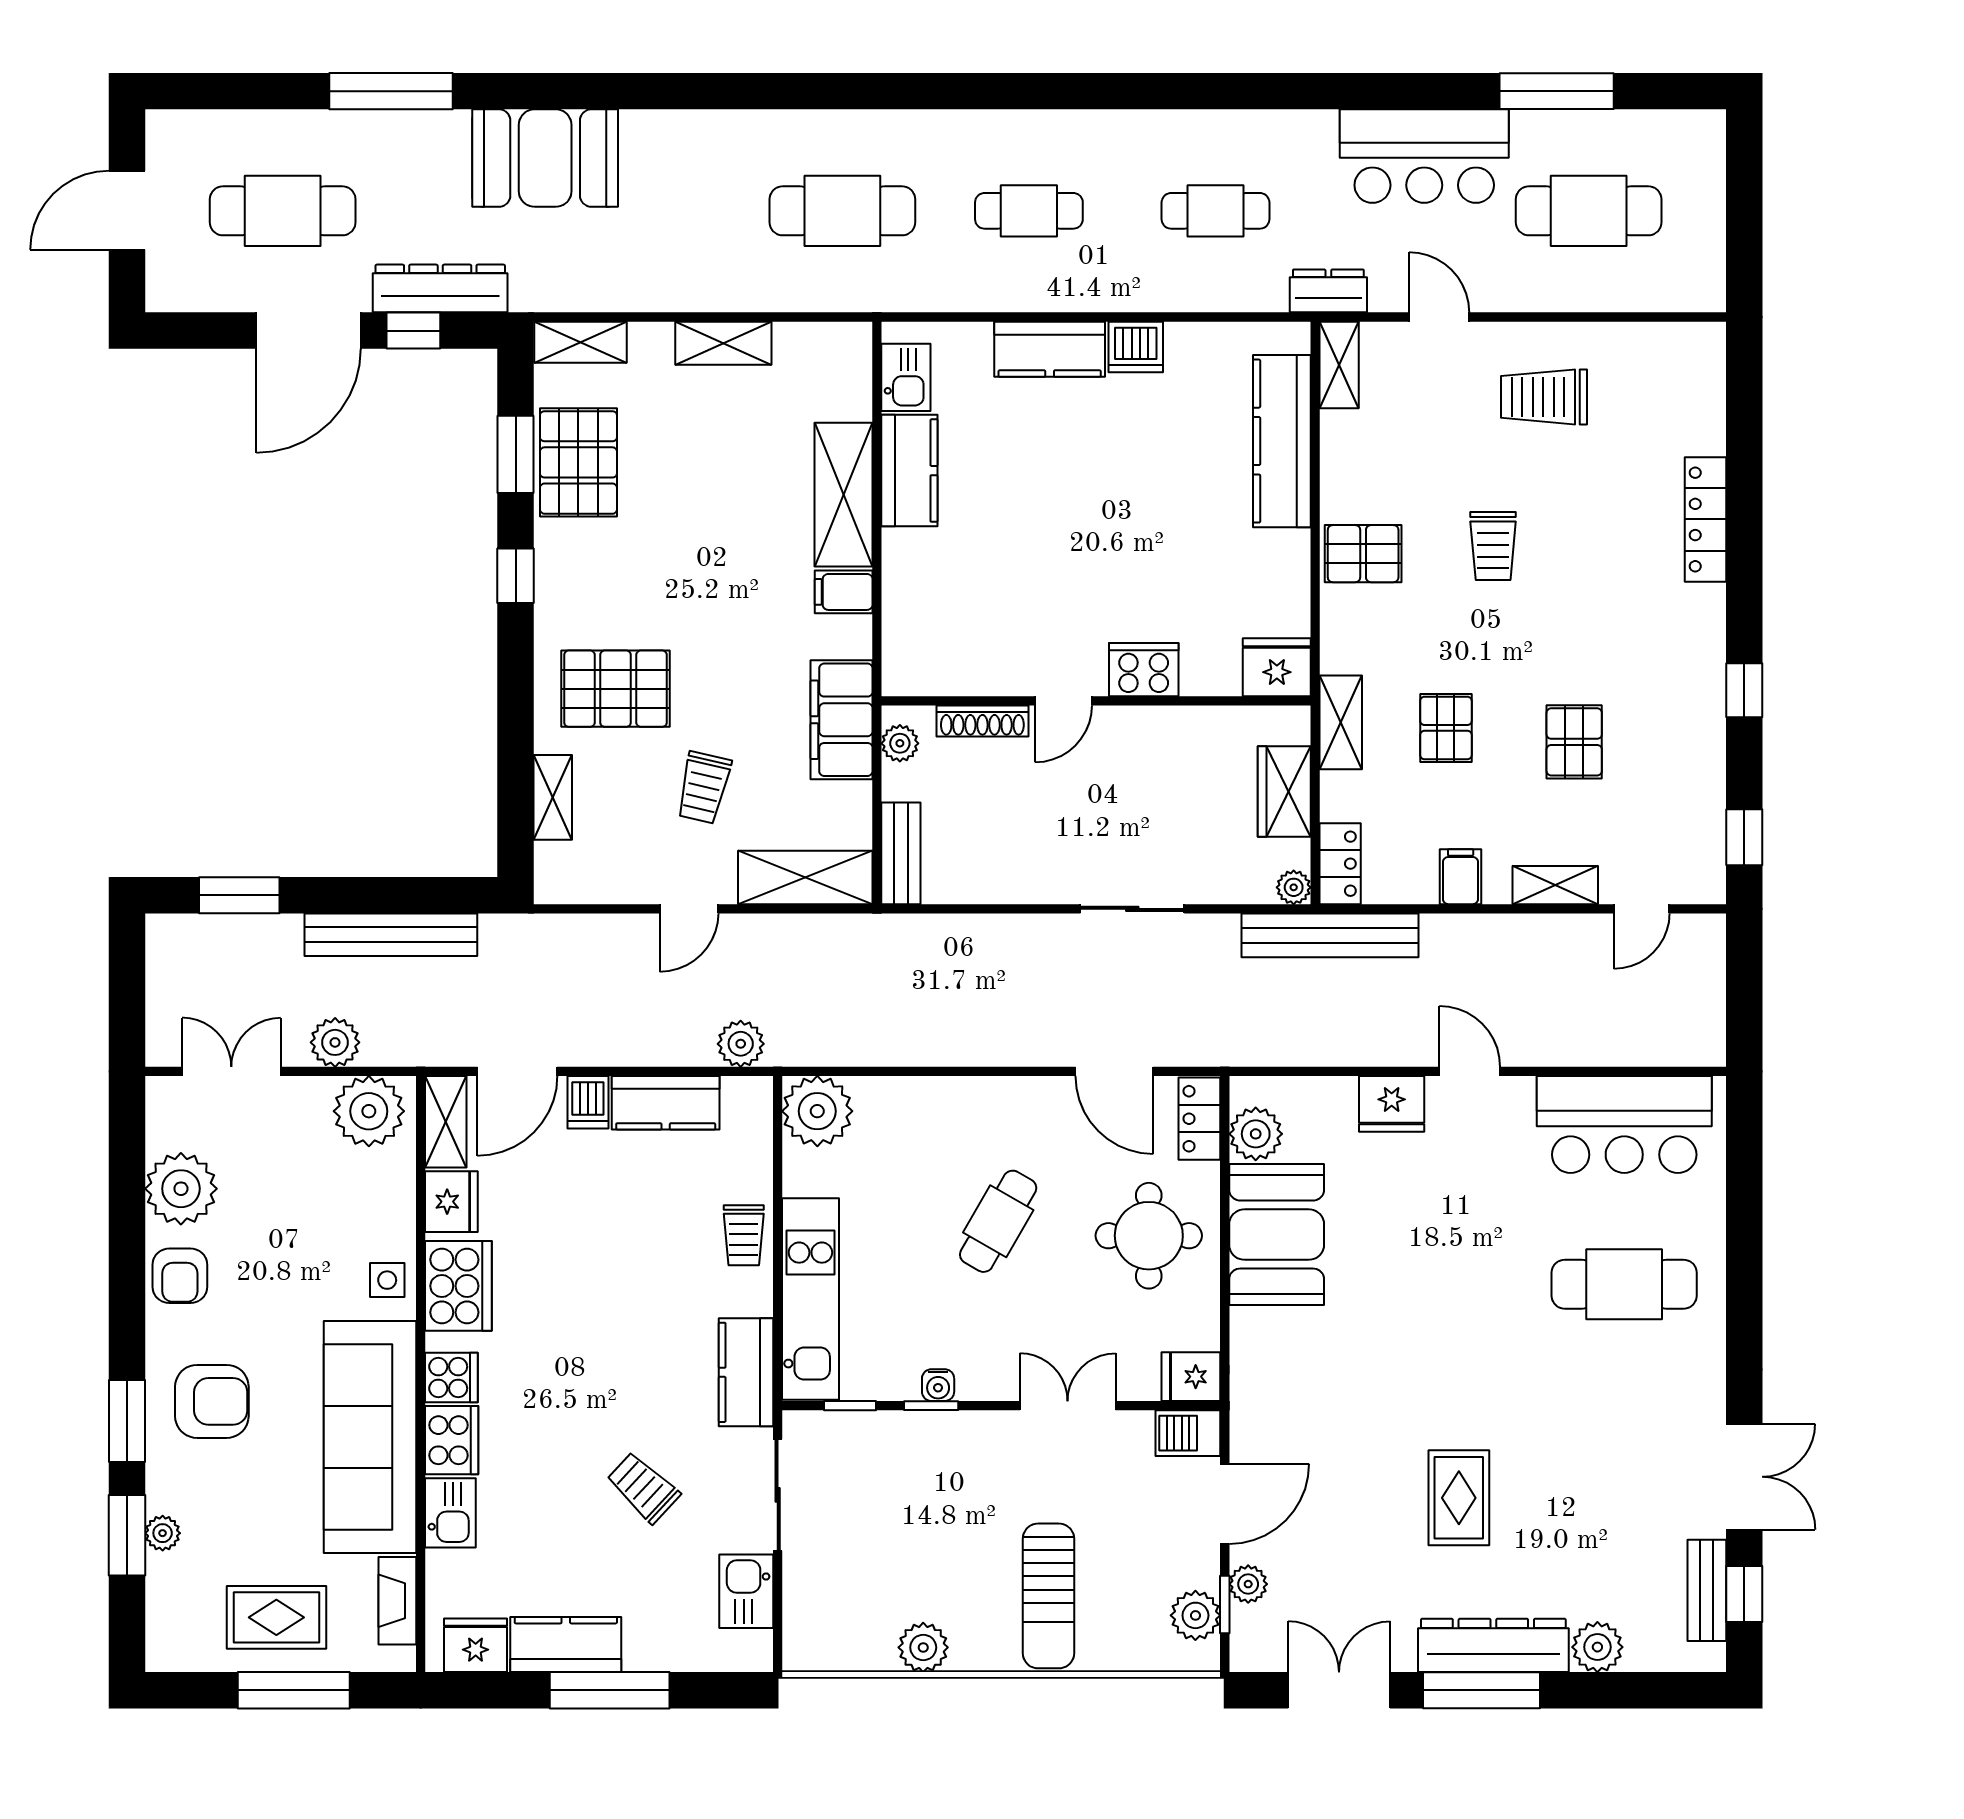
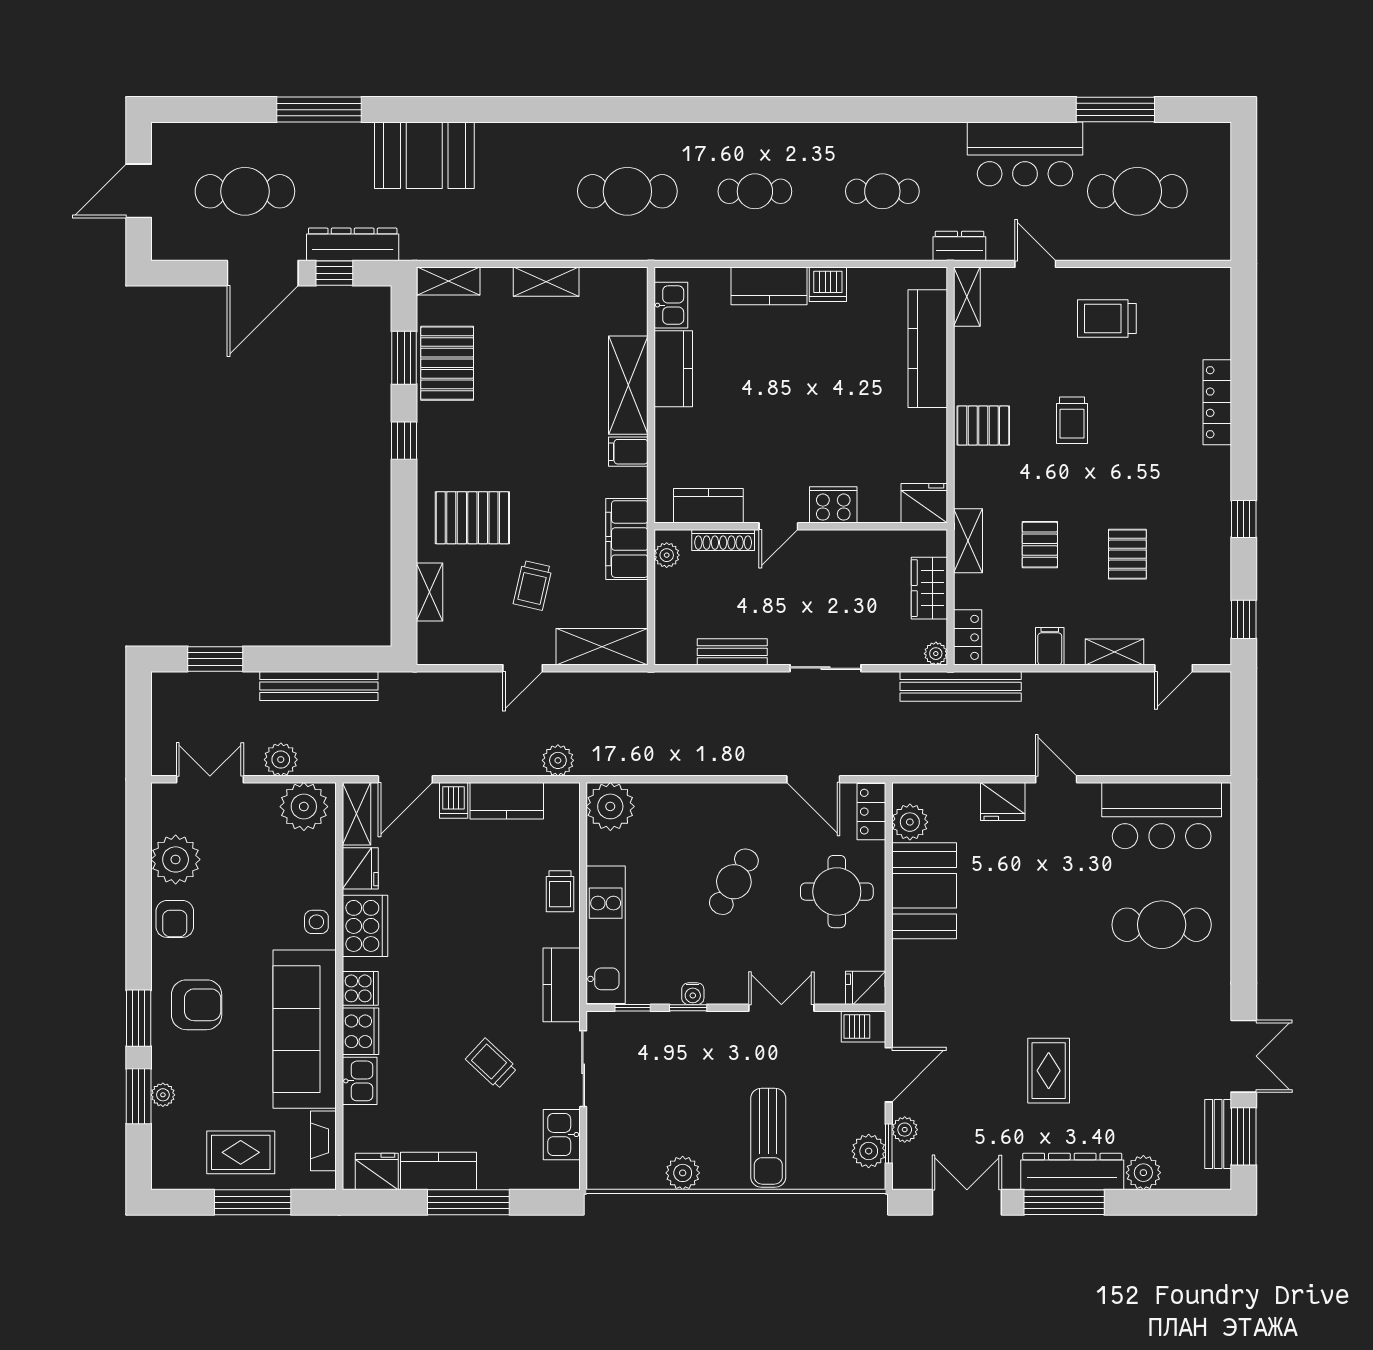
kitchen counter: (961, 671) -> (708, 506), added
bench: (901, 853) -> (732, 652), moved, turned 90
window: (1744, 1594) -> (1244, 1136), width x1.50

